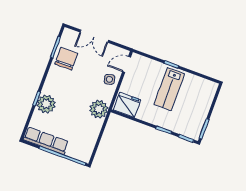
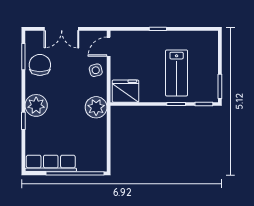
lab bench: (169, 89) -> (177, 73), moved
plant: (46, 104) -> (36, 105), moved

